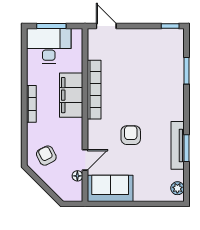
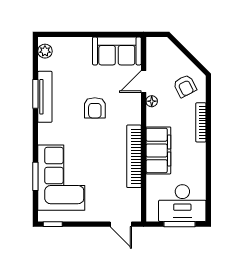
corner sofa: (162, 70) -> (61, 178), added
bookcase: (31, 104) -> (201, 122), moved
floor lamp: (77, 176) -> (152, 101), moved

